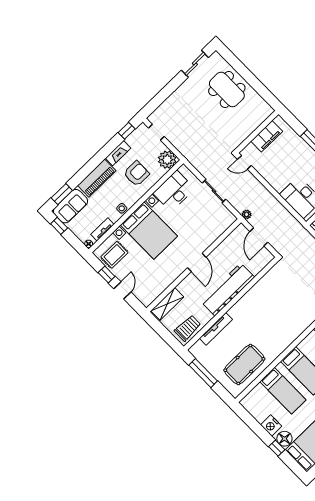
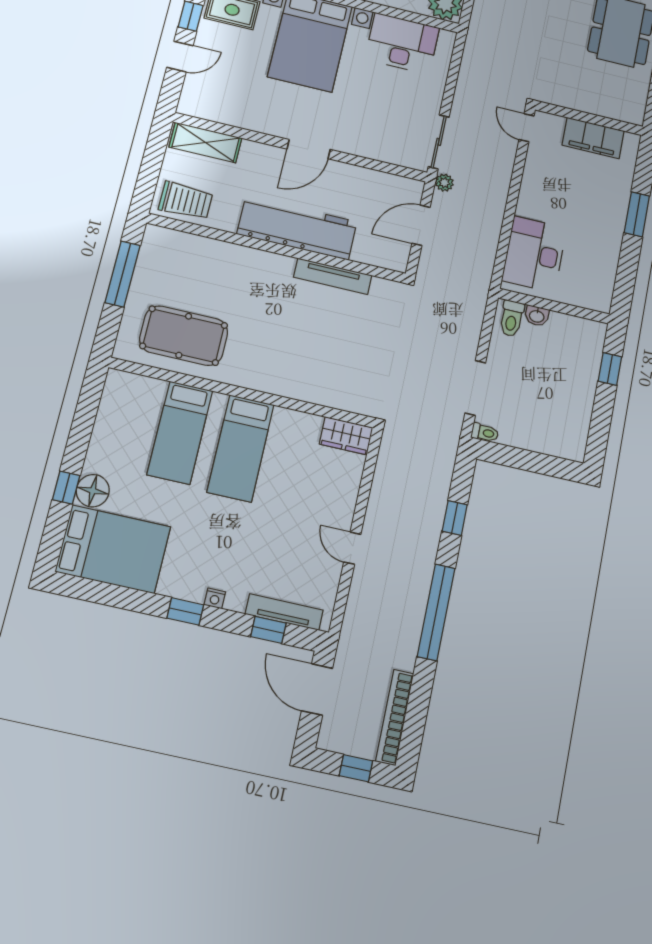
sliding door: (214, 191) -> (439, 142), moved
tv unit: (216, 329) -> (333, 276), moved
nightstand: (271, 425) -> (102, 451), removed

